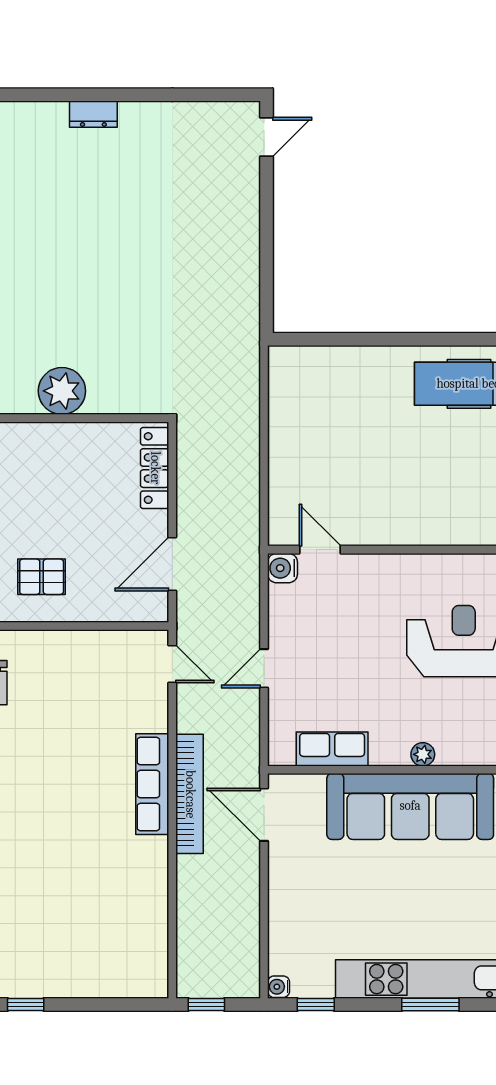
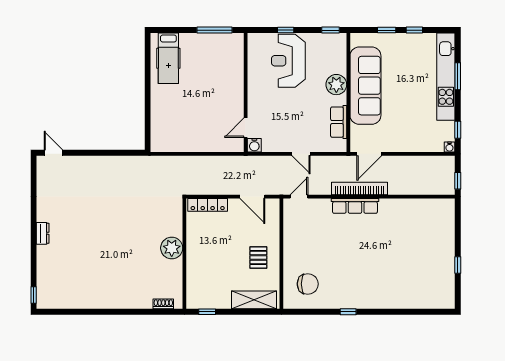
plant: (423, 754) -> (336, 85), width x1.88, depth x1.88

